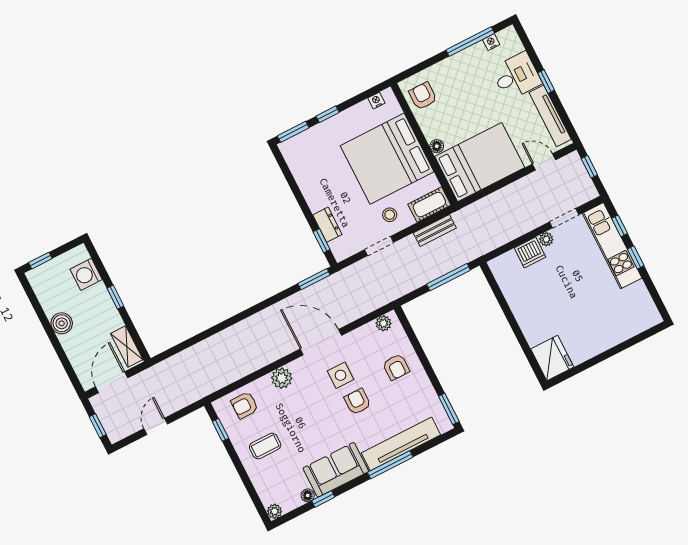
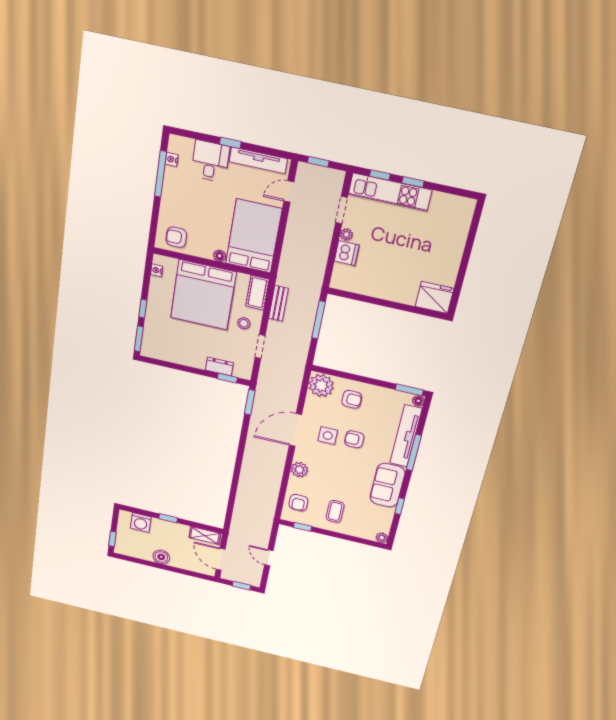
plant: (383, 323) -> (321, 385), width x1.88, depth x1.88
floor lamp: (308, 495) -> (418, 401), moved

